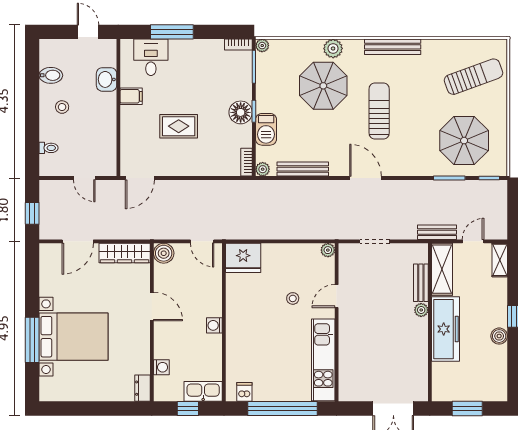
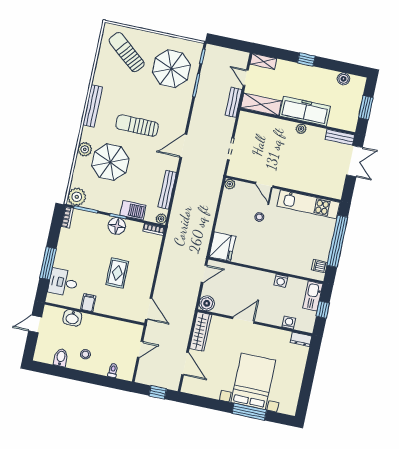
plant: (262, 46) -> (77, 197), width x1.87, depth x1.87
sun lounger: (473, 77) -> (127, 52), turned -30
bench: (421, 283) -> (340, 137), moved
plant: (421, 310) -> (301, 129), moved
washing machine: (214, 325) -> (281, 281), moved
boiler: (499, 336) -> (343, 79), moved

